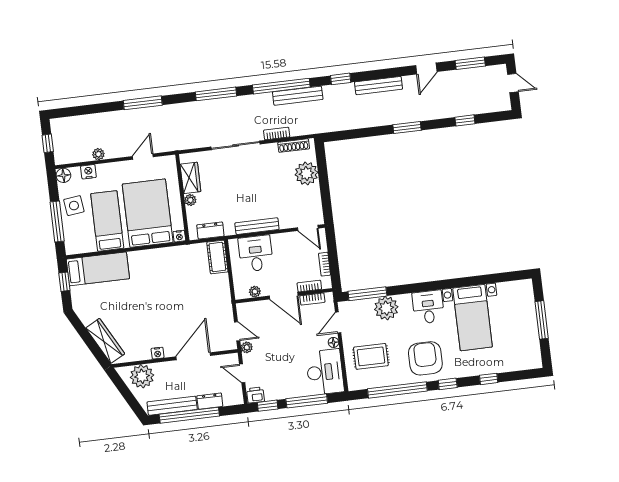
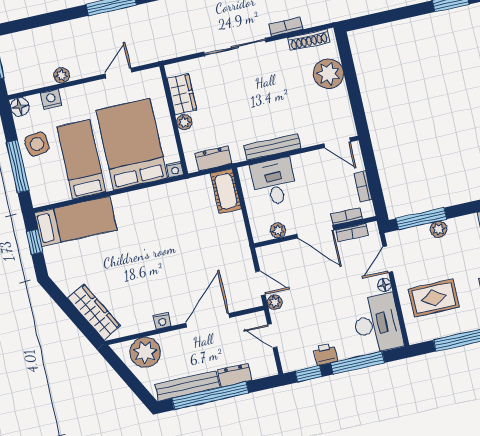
plant: (386, 308) -> (439, 229), width x0.53, depth x0.53
printer: (255, 395) -> (326, 354), moved

